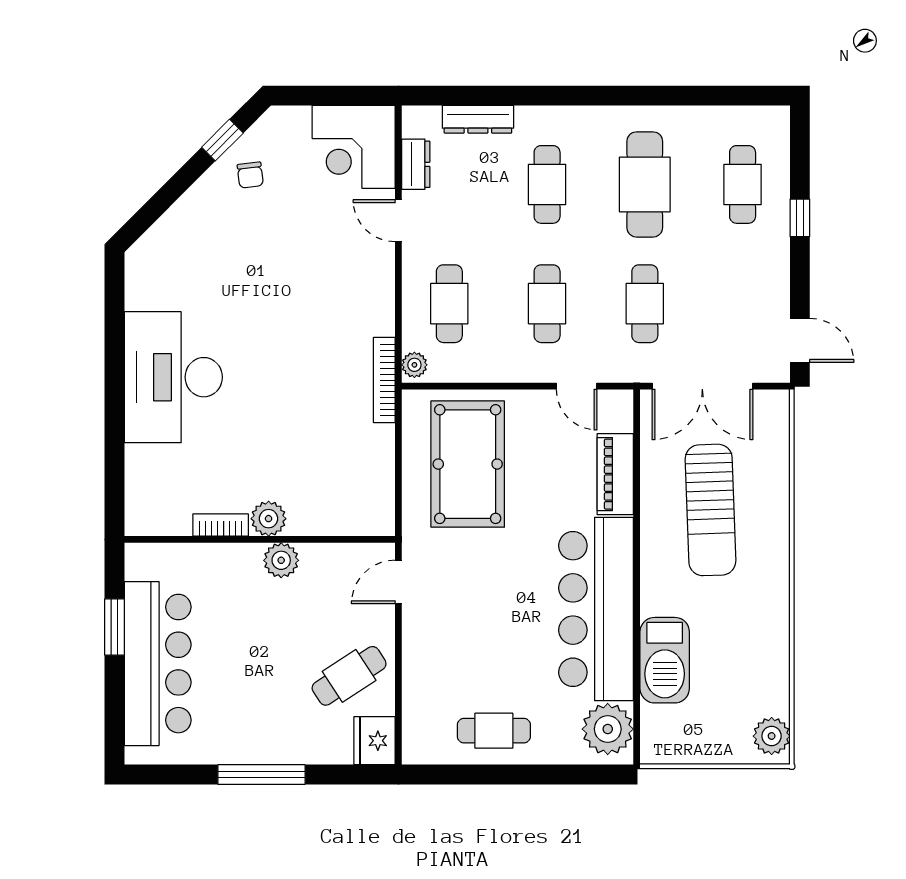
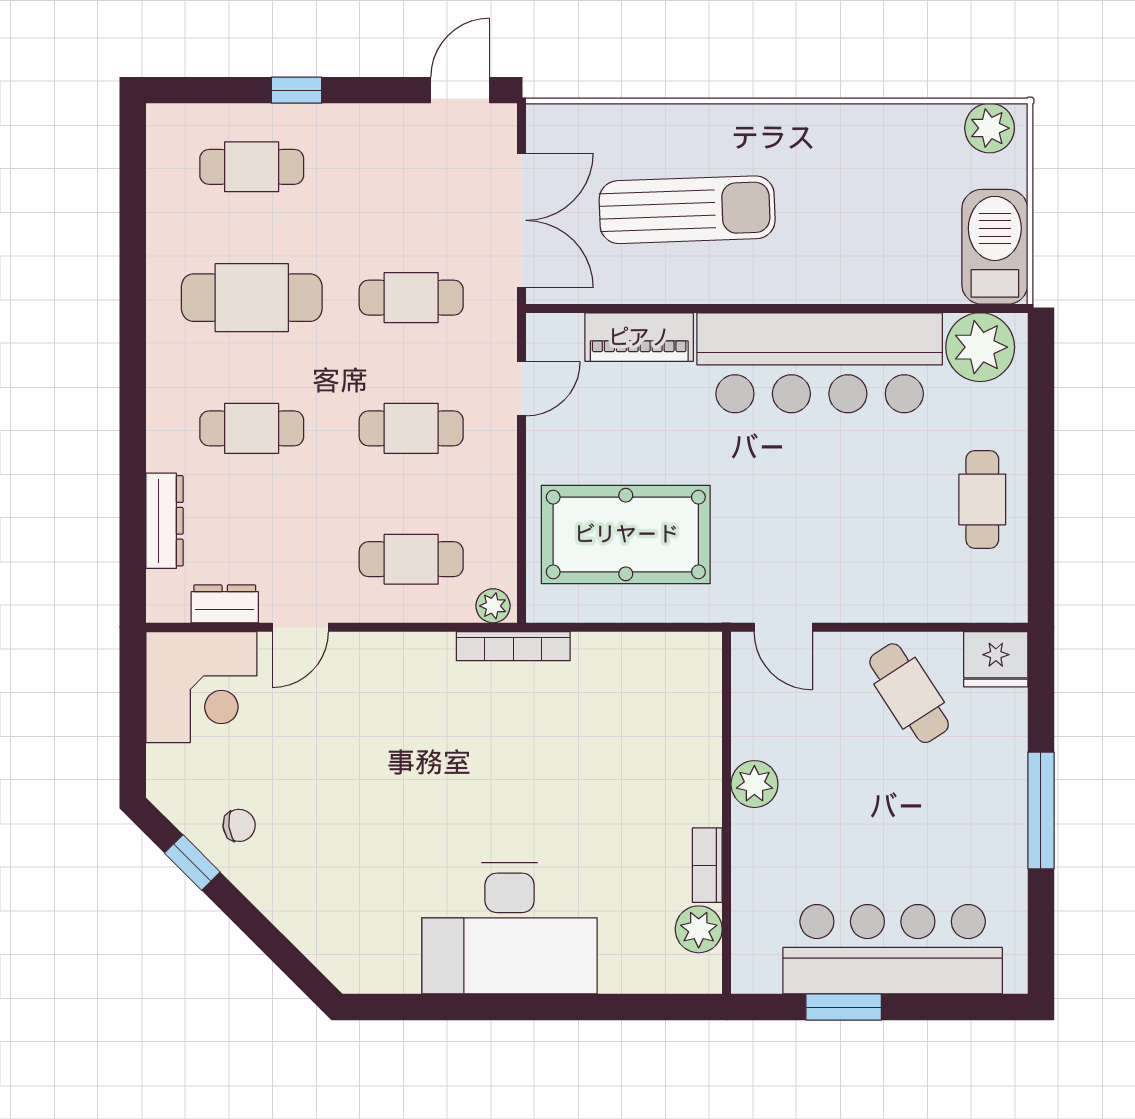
plant: (269, 519) -> (699, 929), moved
barbecue: (665, 660) -> (995, 247), moved, turned -90

